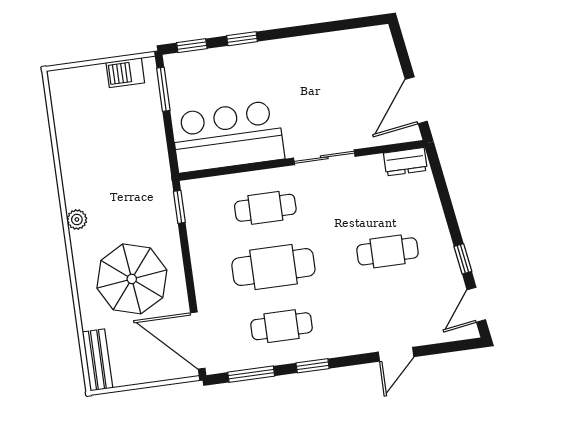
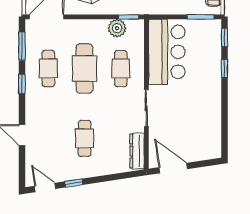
dresser: (405, 162) -> (137, 151), width x1.44
plant: (200, 223) -> (117, 28), added

